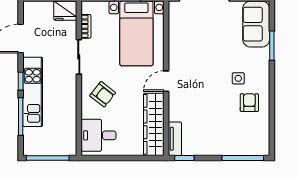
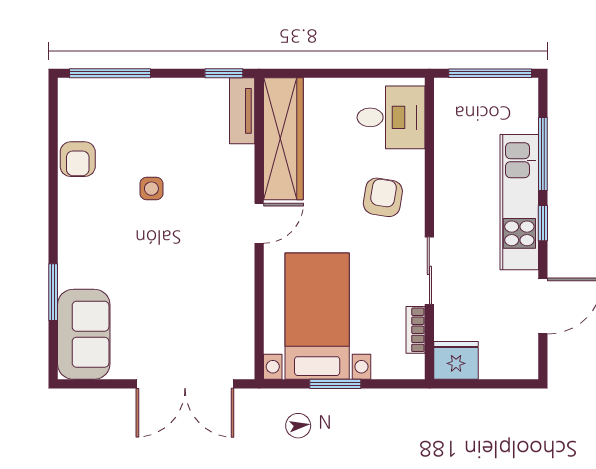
side table: (238, 78) -> (151, 189), moved
armchair: (103, 94) -> (383, 197), turned 61
armchair: (249, 103) -> (78, 159), moved

